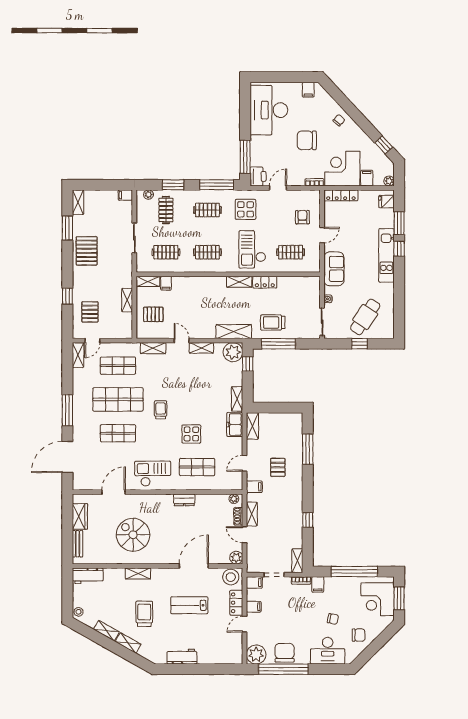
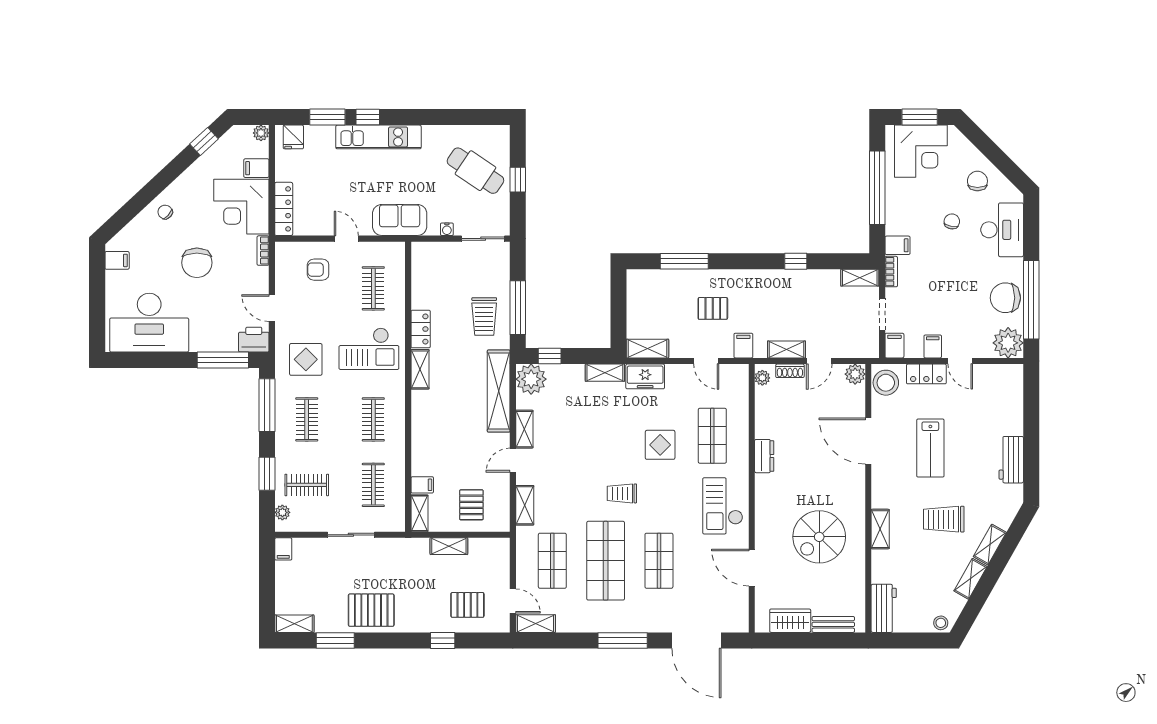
shelving: (234, 332) -> (499, 391), width x1.47

